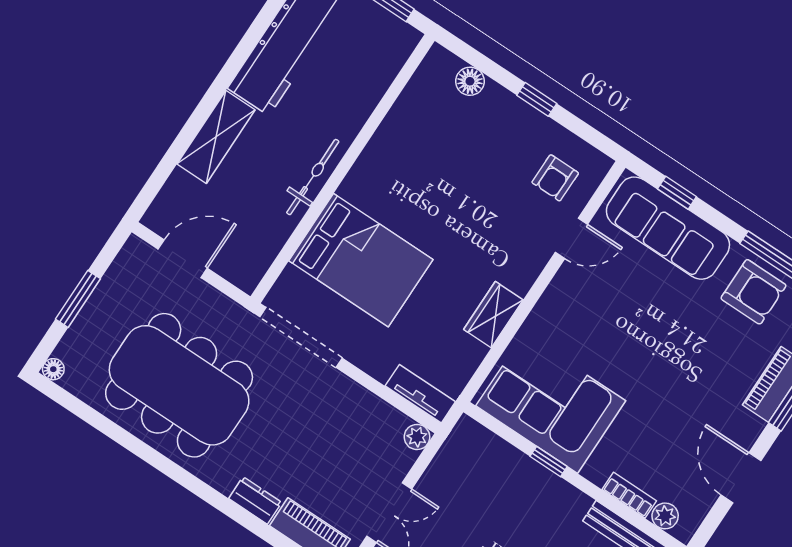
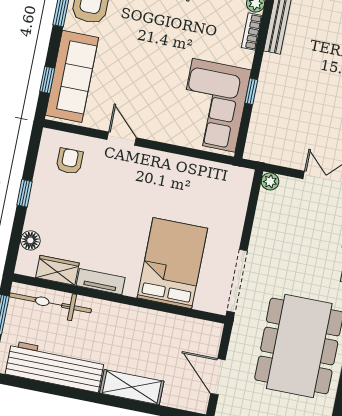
bicycle: (313, 177) -> (50, 303), moved, width x1.37, depth x1.40
armchair: (555, 178) -> (69, 161), turned -90
door: (571, 238) -> (122, 139), moved
wardrobe: (493, 315) -> (57, 270), moved, turned 180
tv unit: (420, 394) -> (101, 282), moved, turned 90

